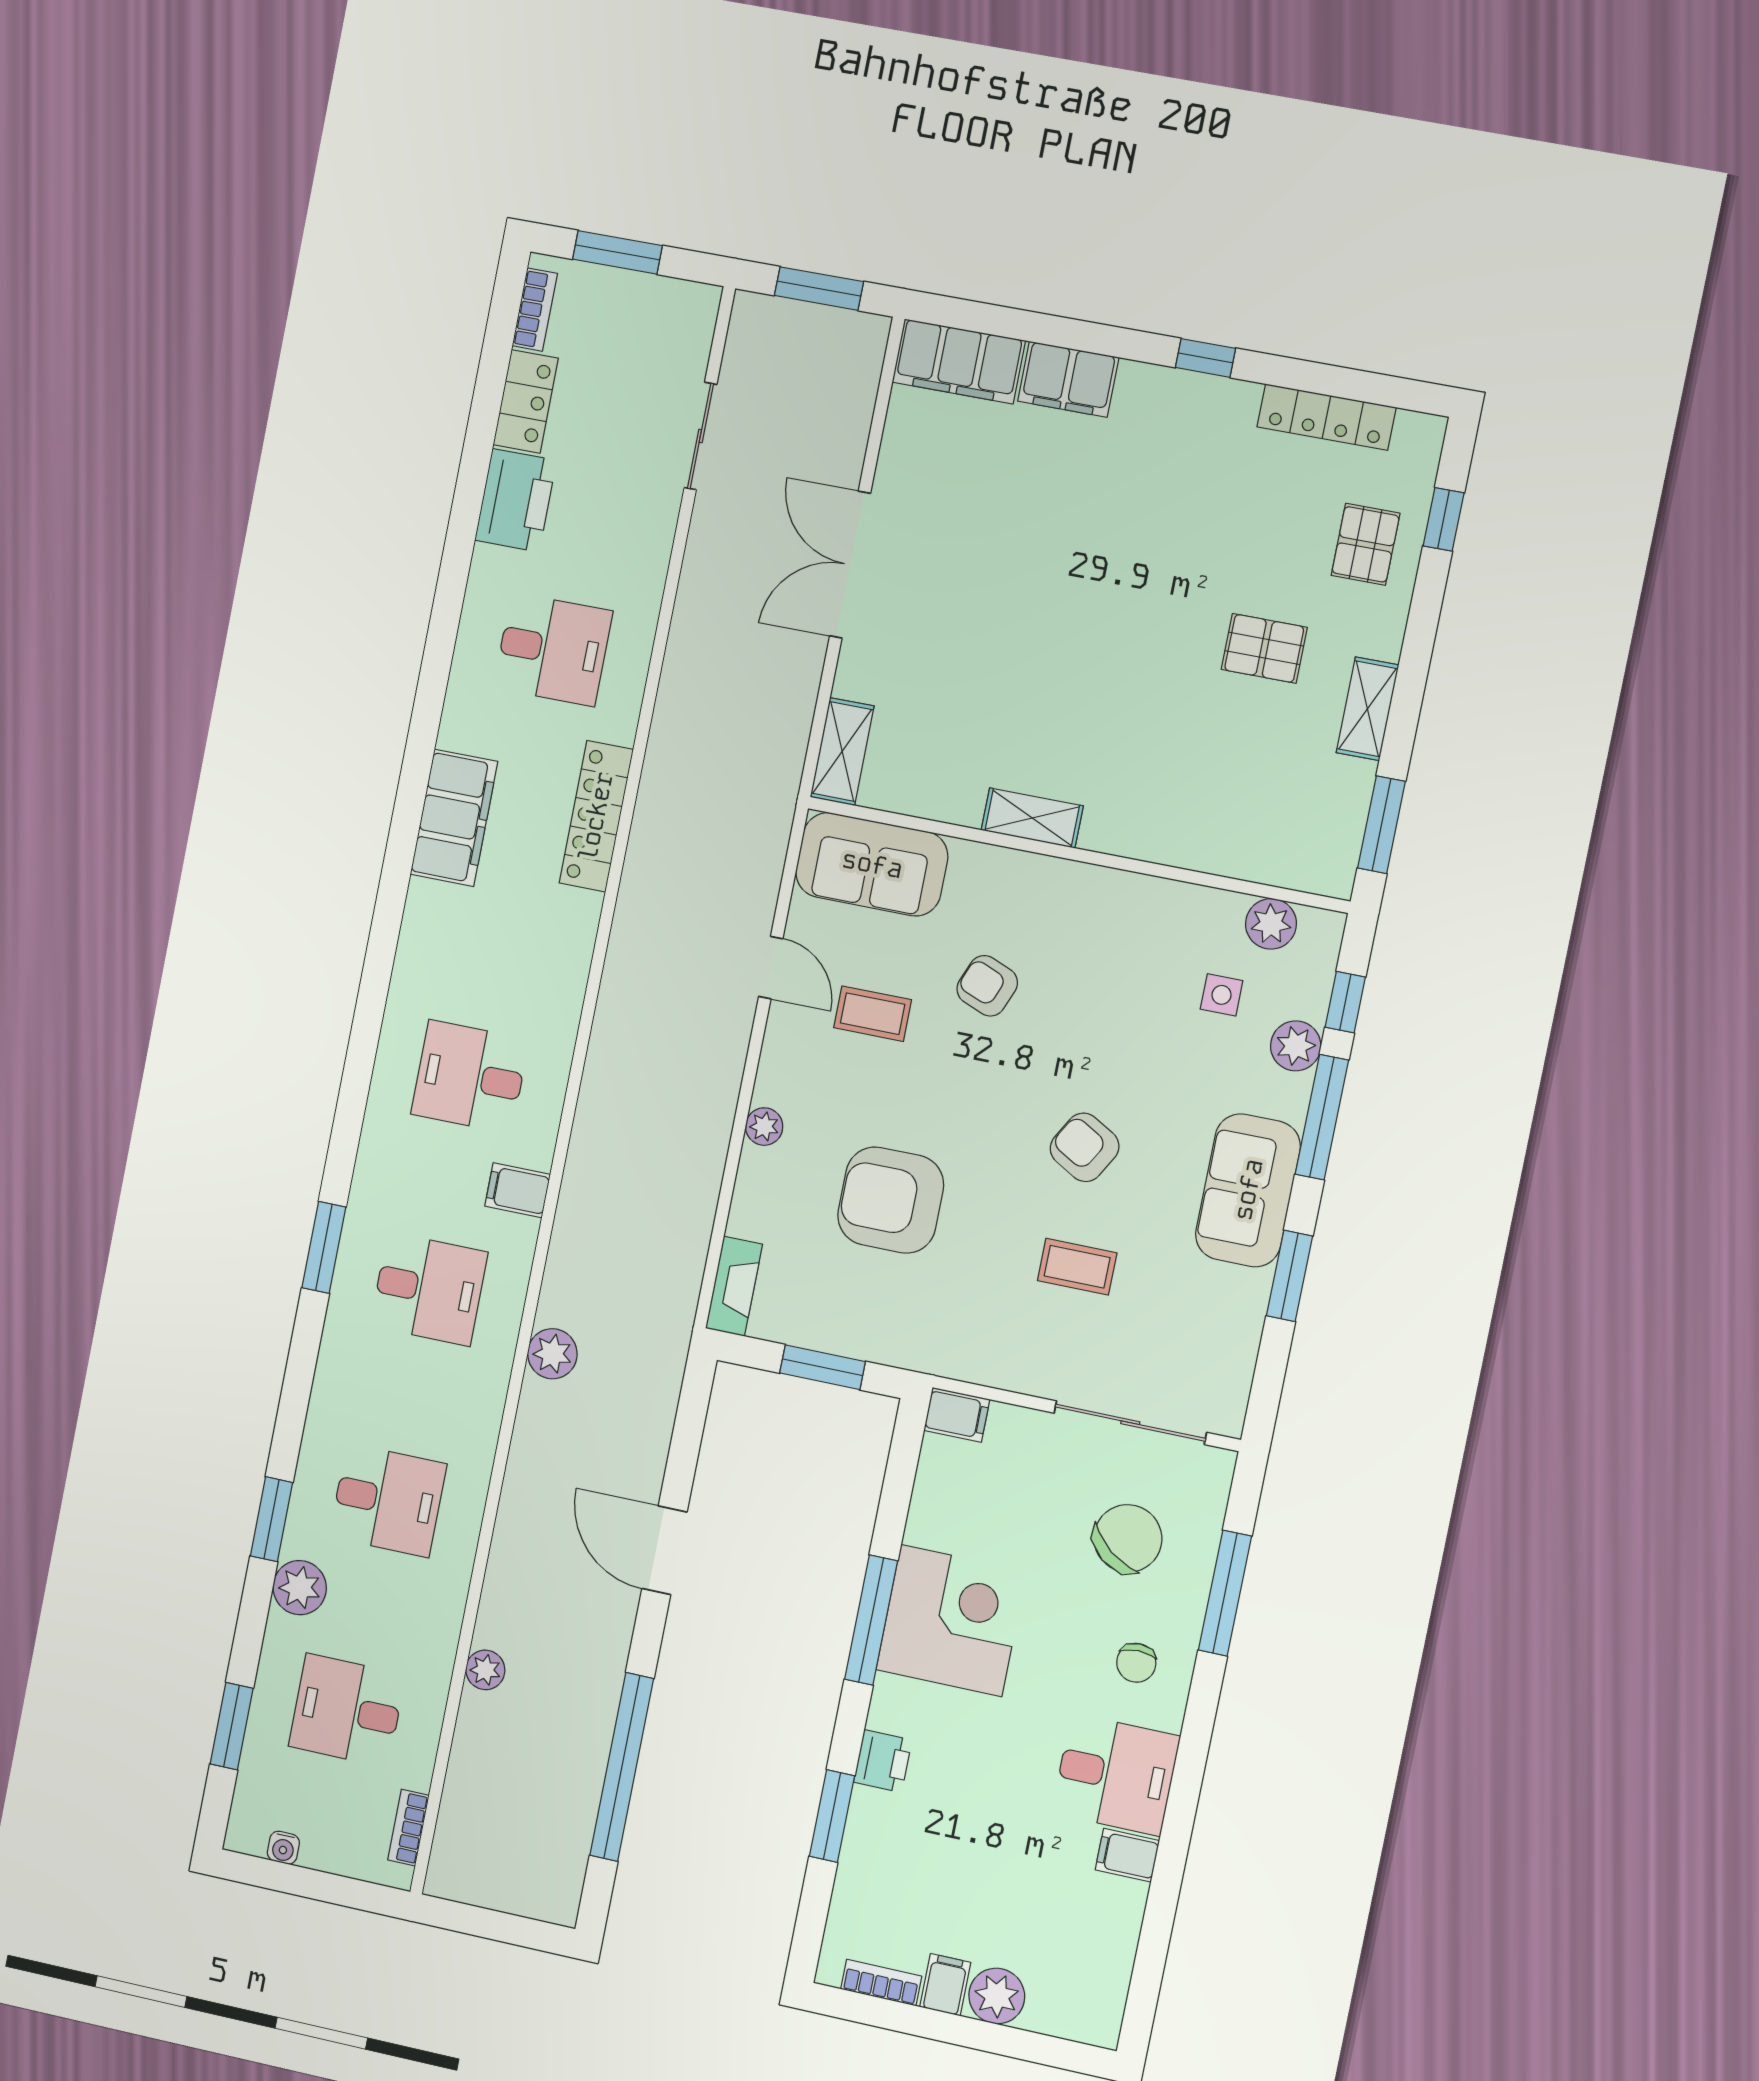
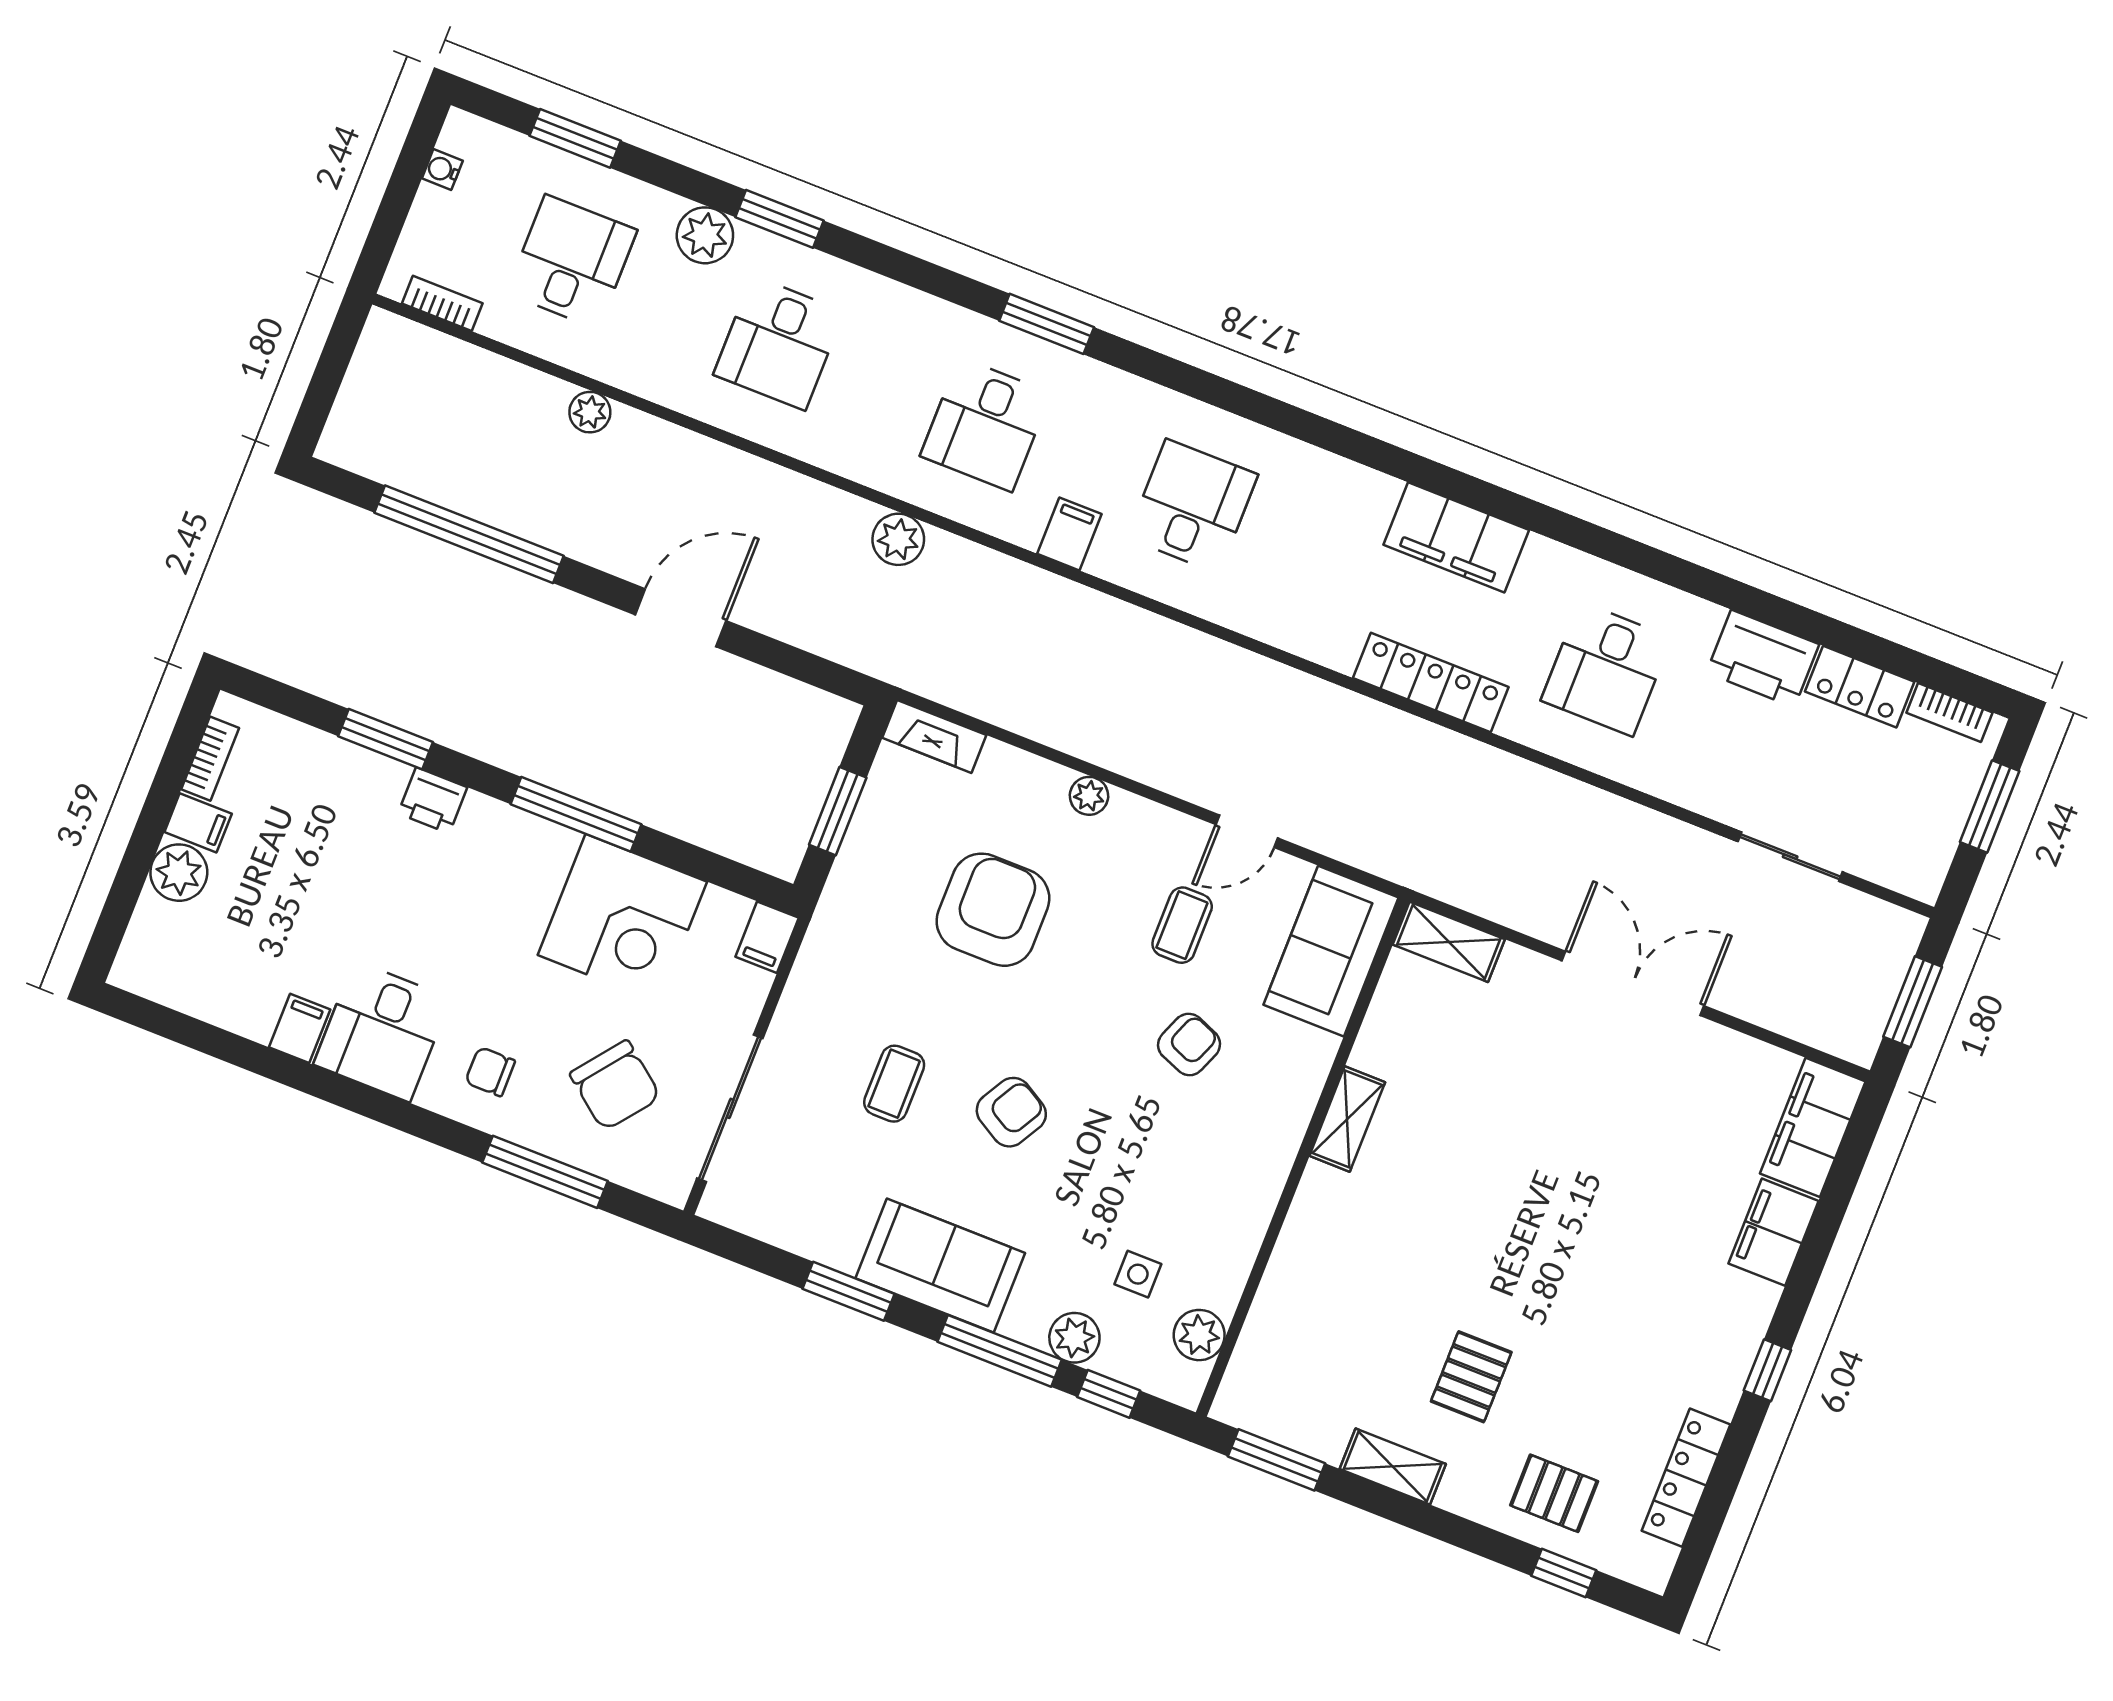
corner desk: (951, 1621) -> (622, 918), moved

